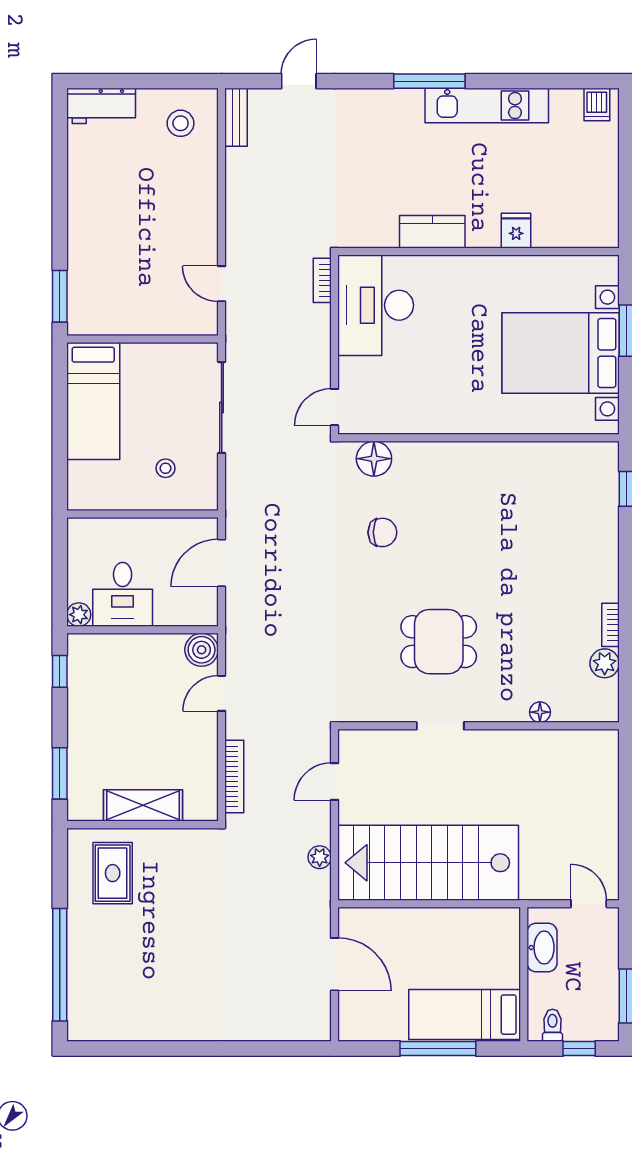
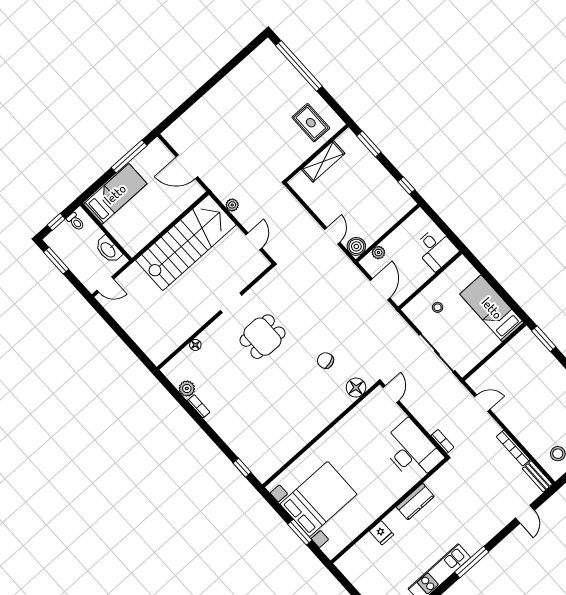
chair: (382, 532) -> (325, 361), turned 74
desk: (123, 594) -> (436, 249), moved, turned 180
plant: (79, 615) -> (378, 253), moved
bookcase: (234, 777) -> (513, 448), moved
window: (438, 1049) -> (129, 157), moved

